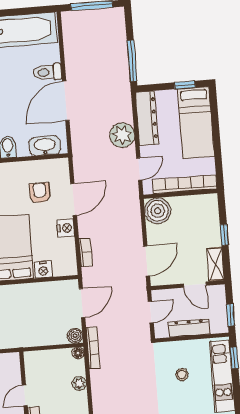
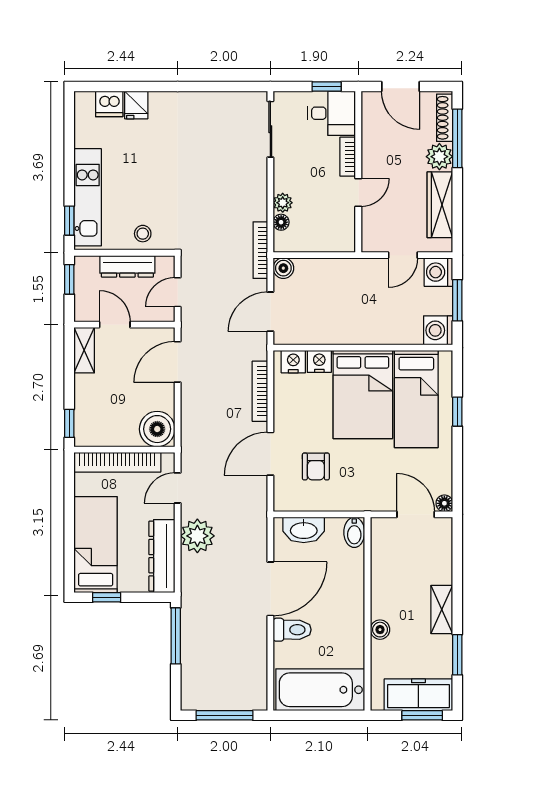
nightstand: (66, 228) -> (293, 362), moved, turned 90
window: (224, 235) -> (69, 423), moved
bookcase: (86, 252) -> (260, 391), width x1.56
floor lamp: (78, 353) -> (281, 222), moved
stool: (182, 374) -> (143, 234), moved

